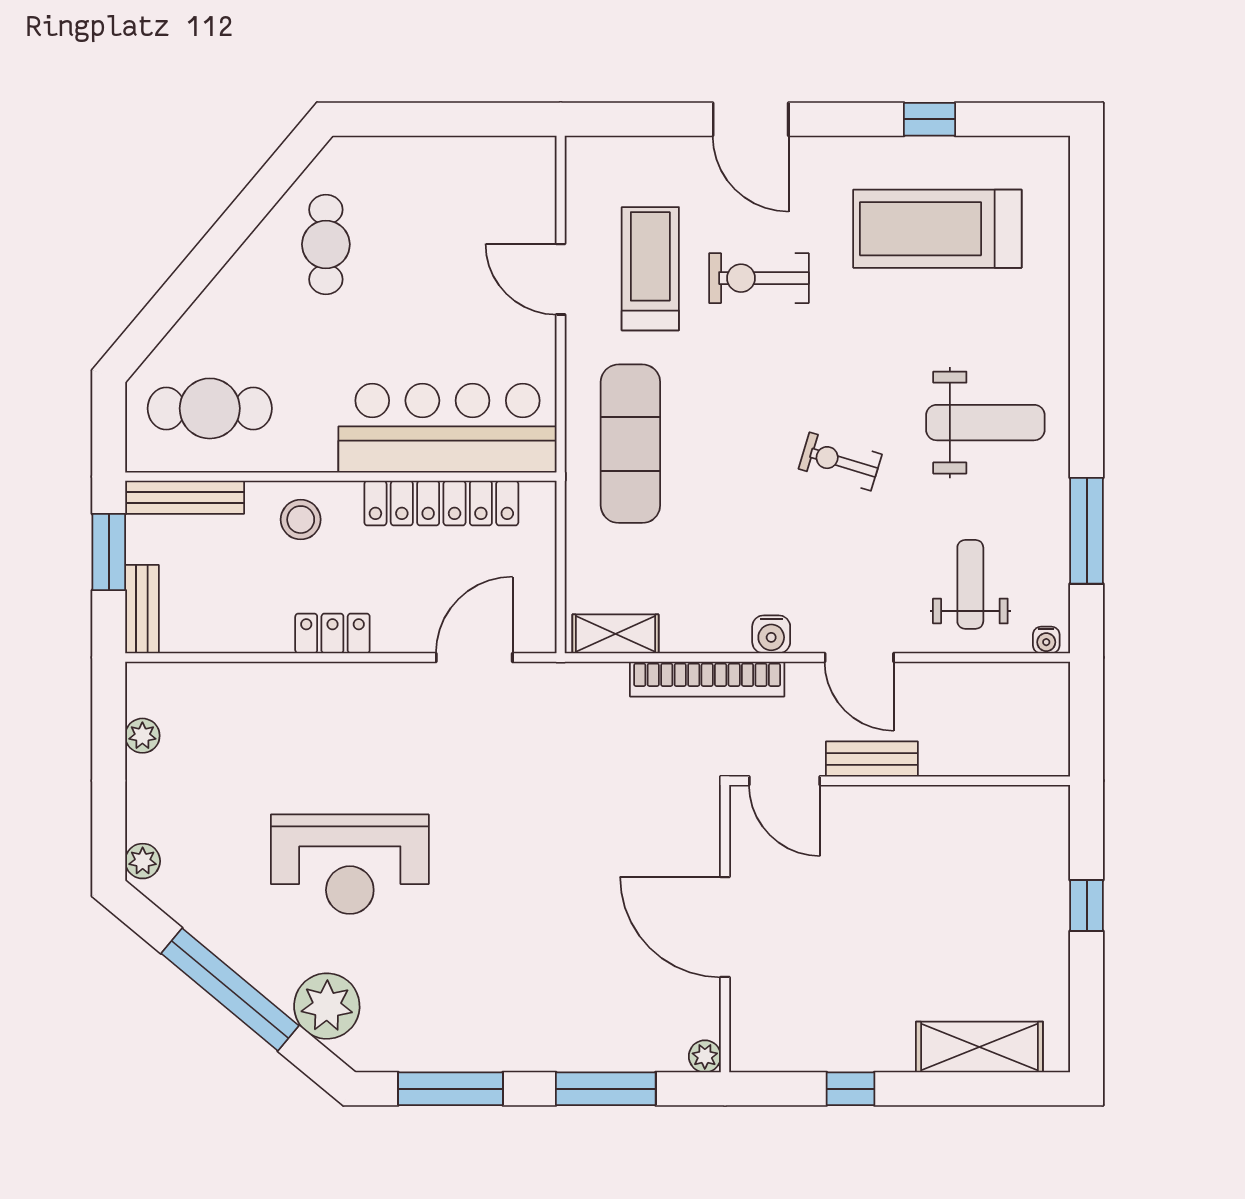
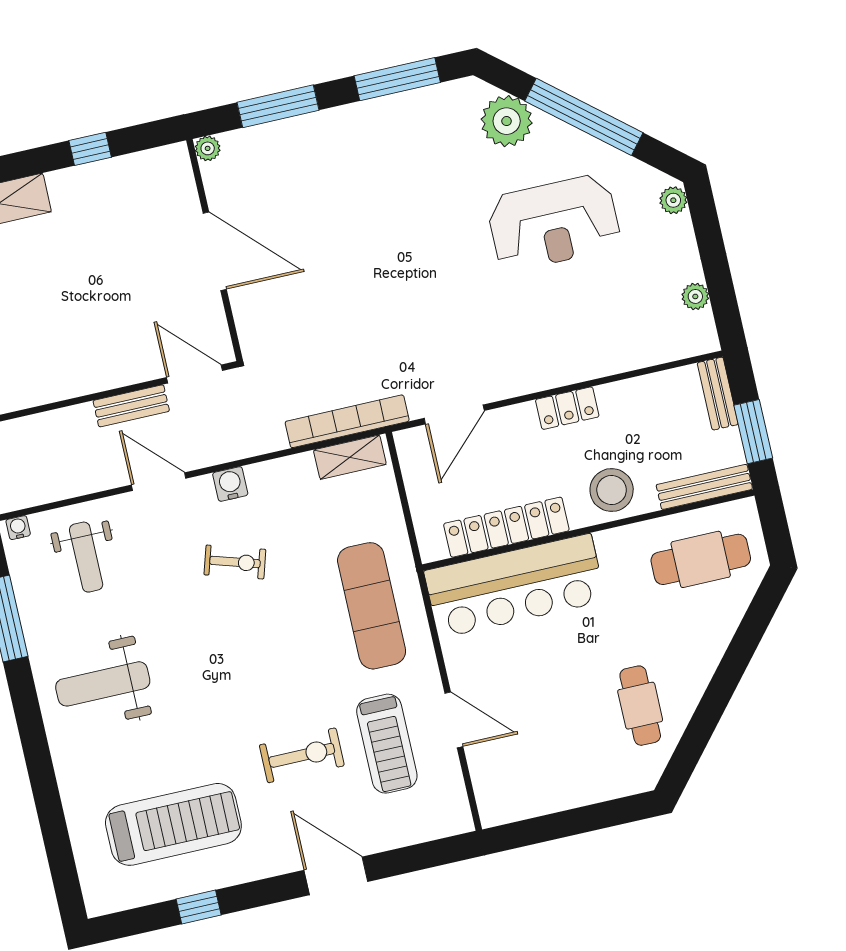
exercise bike: (840, 462) -> (235, 562), moved
stool: (301, 520) -> (612, 490), width x1.38, depth x1.38
bookcase: (707, 679) -> (347, 421), moved
reception desk: (350, 864) -> (554, 223), moved, turned 180

